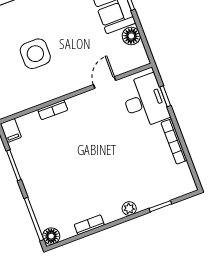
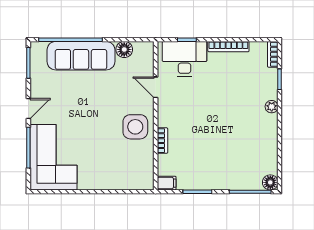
side table: (35, 54) -> (135, 127), moved
bookcase: (89, 225) -> (273, 54), moved

